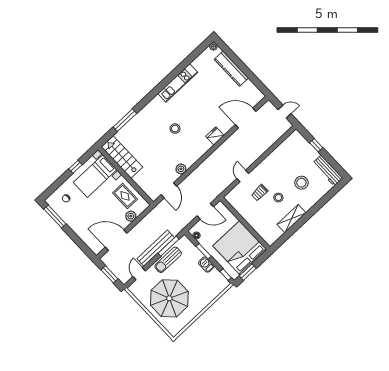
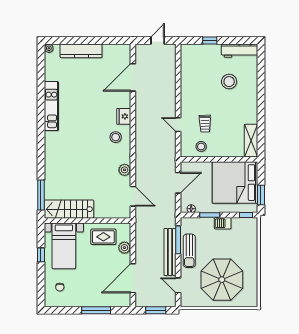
window: (125, 120) -> (41, 195), moved
stool: (175, 129) -> (116, 137), moved
stool: (278, 198) -> (201, 146), moved
window: (55, 216) -> (96, 310), moved
shelving: (292, 219) -> (251, 141), moved

